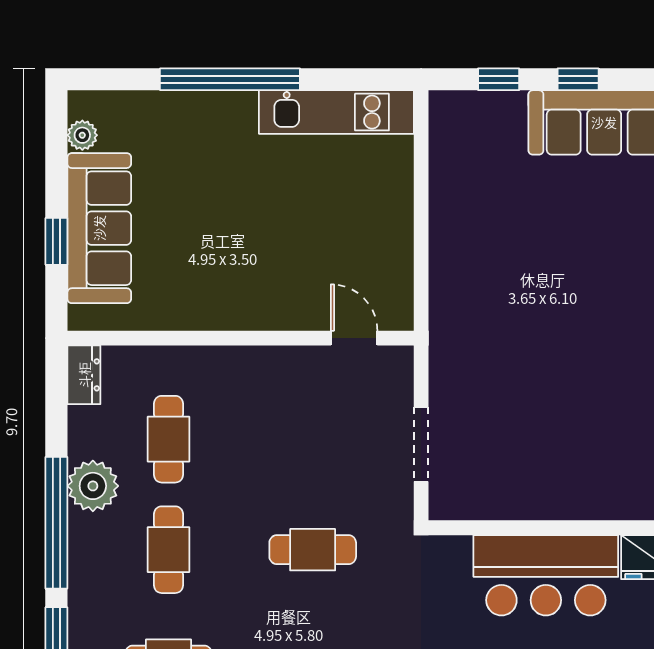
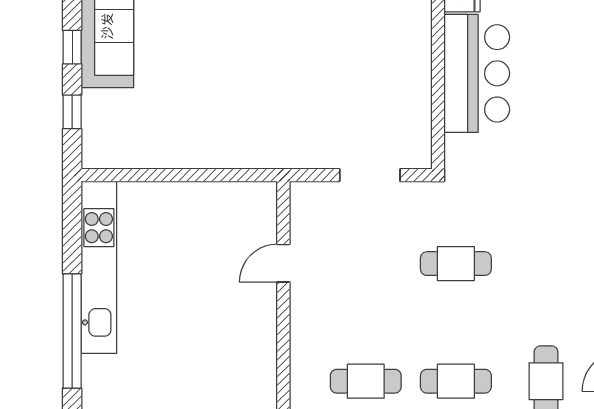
kitchen unit: (336, 112) -> (99, 267), width x1.36
door: (354, 338) -> (283, 263), moved
cafe table: (313, 550) -> (456, 264), turned 90

